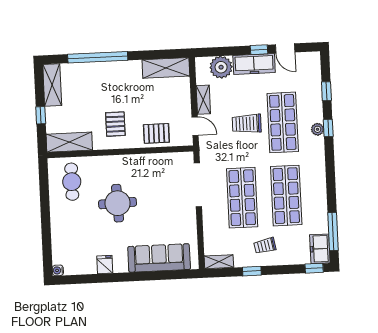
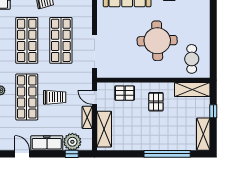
window: (259, 50) -> (72, 154), moved
shelving: (166, 68) -> (104, 129), moved, turned 90
round table: (118, 203) -> (157, 41), width x1.36, depth x1.36

